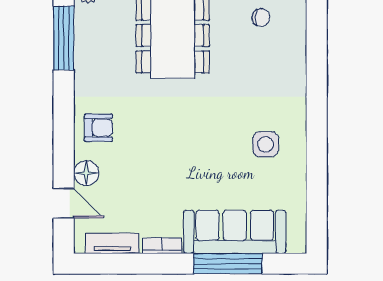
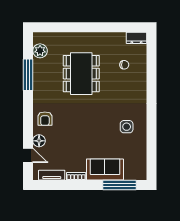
armchair: (98, 128) -> (45, 119), turned 90
sofa: (235, 232) -> (105, 169), width x0.73
window: (228, 264) -> (119, 185), moved

